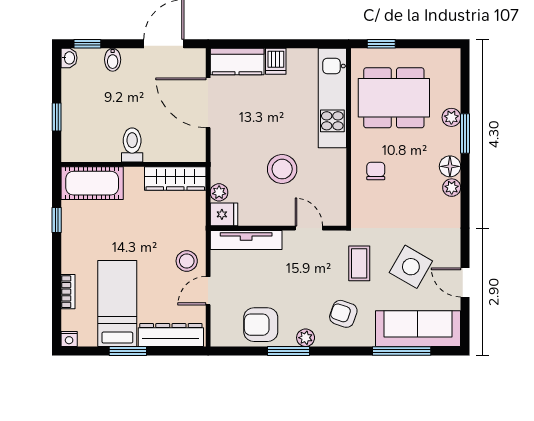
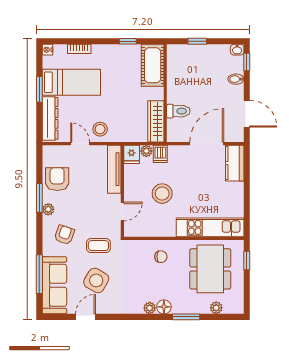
dishwasher: (276, 61) -> (160, 154), moved, turned -90
plant: (451, 117) -> (216, 308), moved
toilet: (132, 145) -> (178, 111), moved

